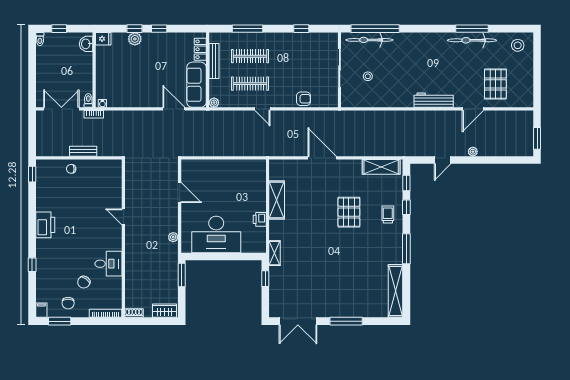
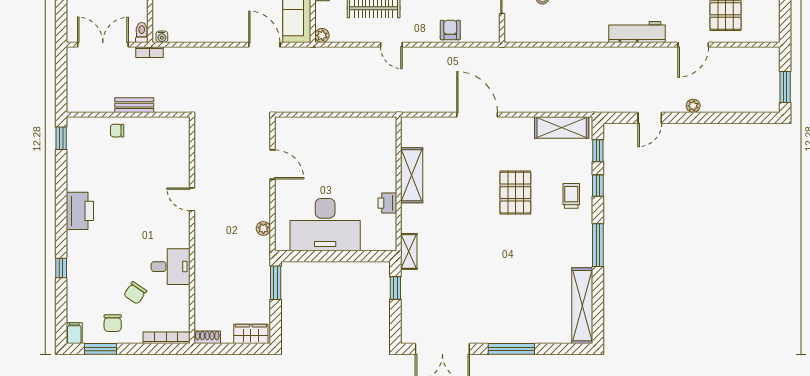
armchair: (303, 99) -> (450, 30), turned -90

